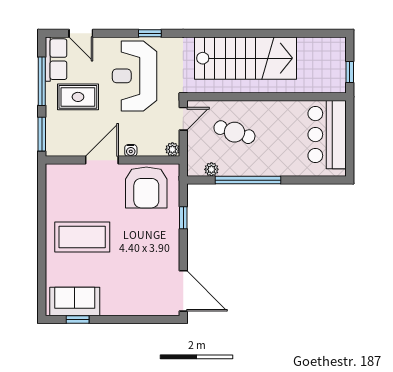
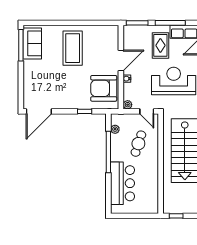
bar counter: (327, 135) -> (123, 183), moved, turned 90
door: (102, 160) -> (121, 60), hinge flipped
window: (78, 320) -> (21, 45), width x2.17

